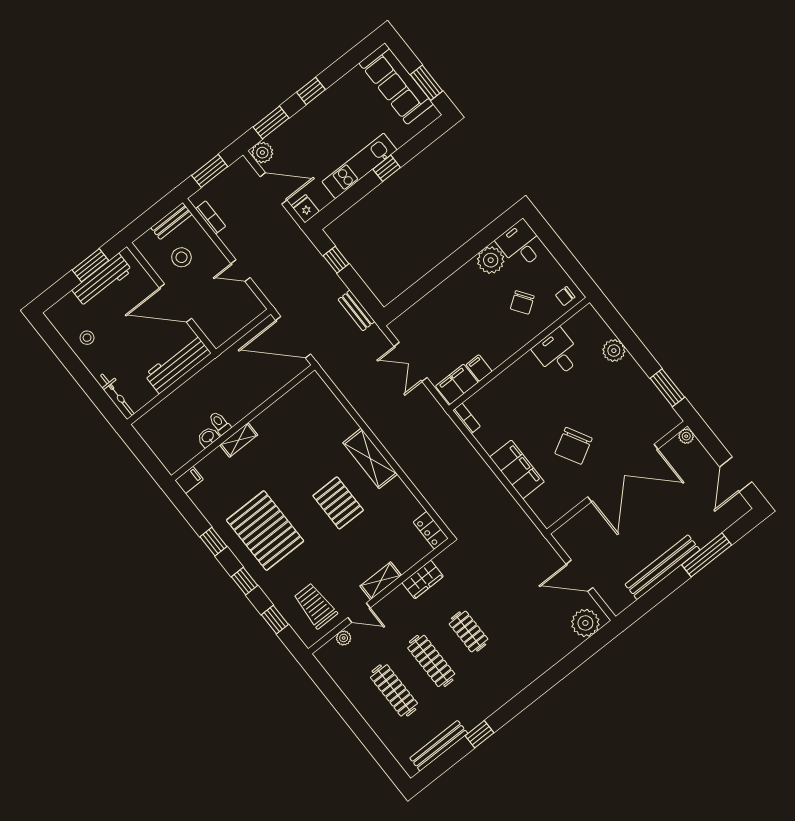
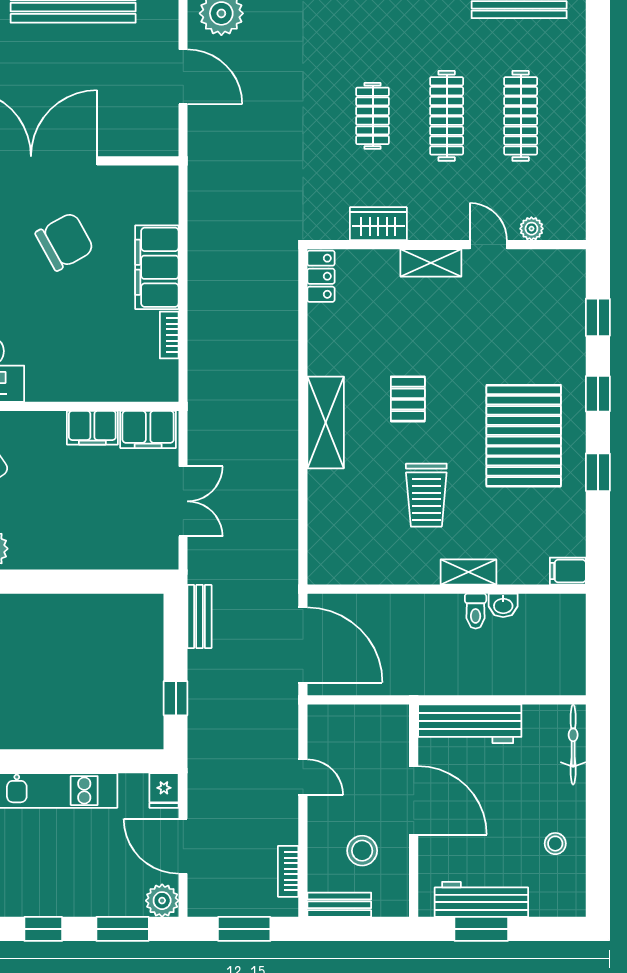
window: (387, 168) -> (25, 761), removed
filing cabinet: (479, 368) -> (92, 428), width x2.00
bookcase: (467, 418) -> (169, 335), moved
pallet: (338, 503) -> (408, 399), width x0.67, depth x0.71
trolley: (315, 606) -> (426, 495), moved

